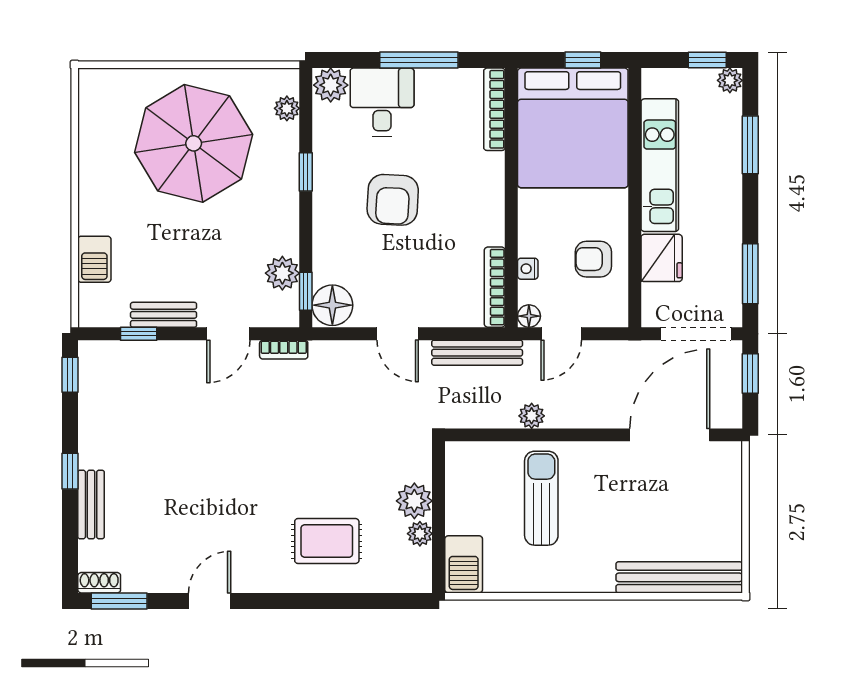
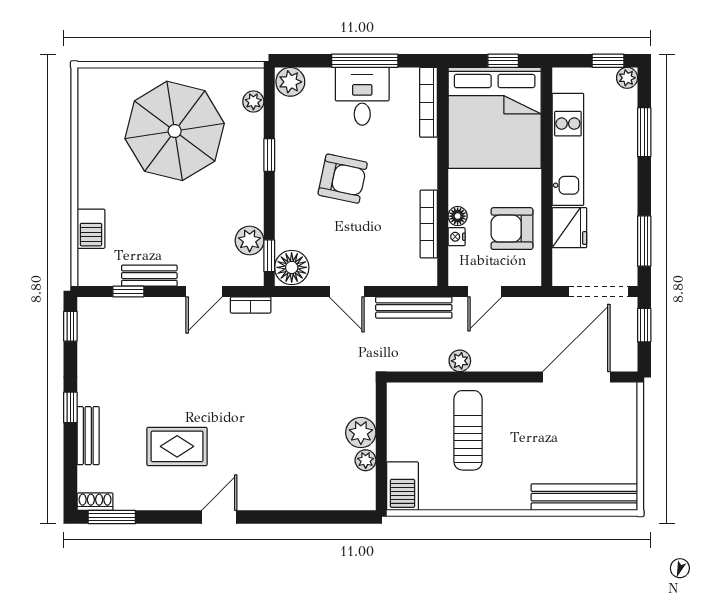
desk: (382, 102) -> (362, 96), moved
armchair: (393, 200) -> (343, 179), turned -81
armchair: (593, 259) -> (512, 229), width x1.38, depth x1.38
bookcase: (495, 287) -> (429, 224), moved
floor lamp: (529, 316) -> (458, 216), moved
rug: (327, 541) -> (177, 446), moved
door: (210, 601) -> (219, 517), moved

